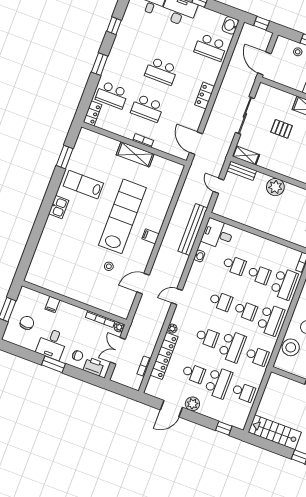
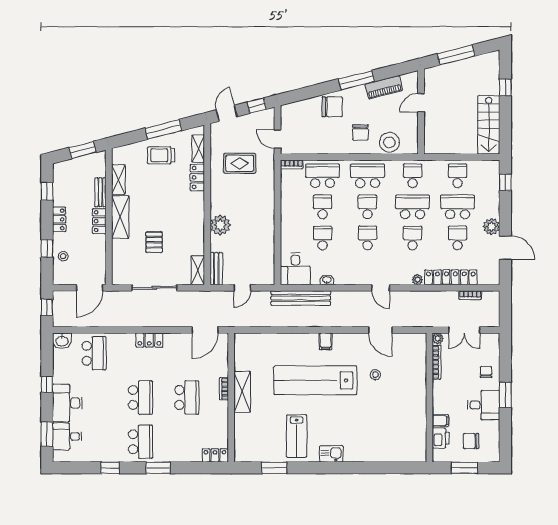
school desk: (112, 95) -> (140, 442), moved
printer: (94, 367) -> (441, 438), moved, turned 180

